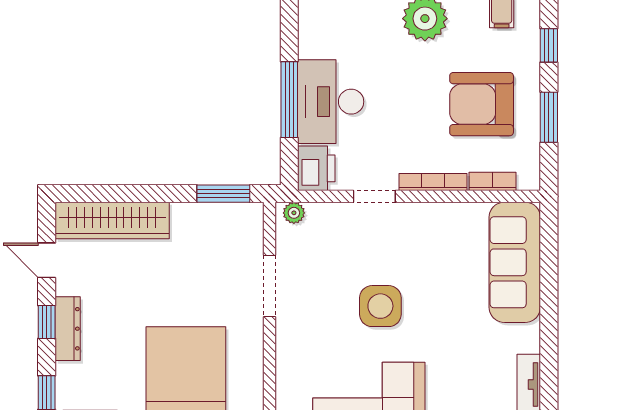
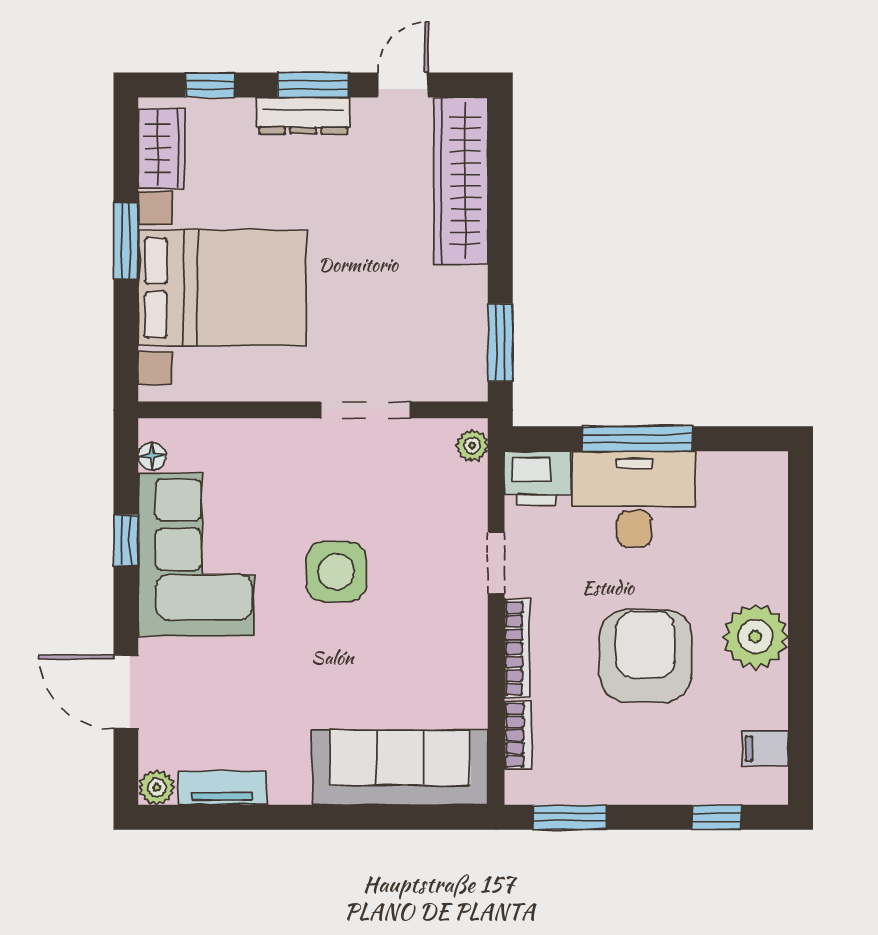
armchair: (482, 104) -> (645, 656), moved
window: (549, 117) -> (570, 817), moved
window: (47, 322) -> (313, 85), width x1.50

